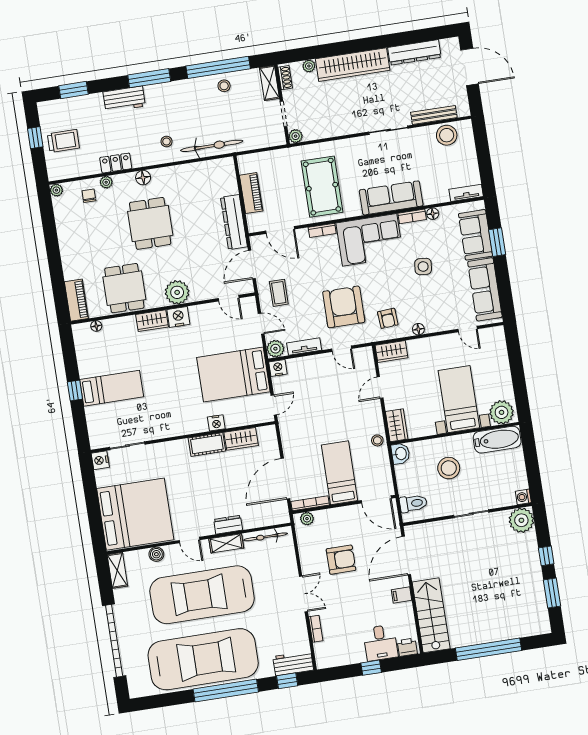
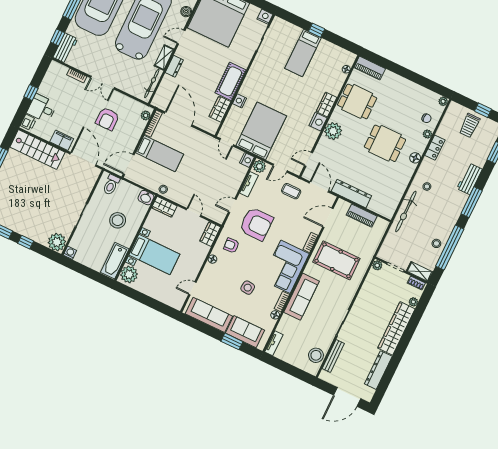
cot: (207, 444) -> (231, 81), width x1.37, depth x1.34
filing cabinet: (402, 595) -> (62, 140), width x2.00

